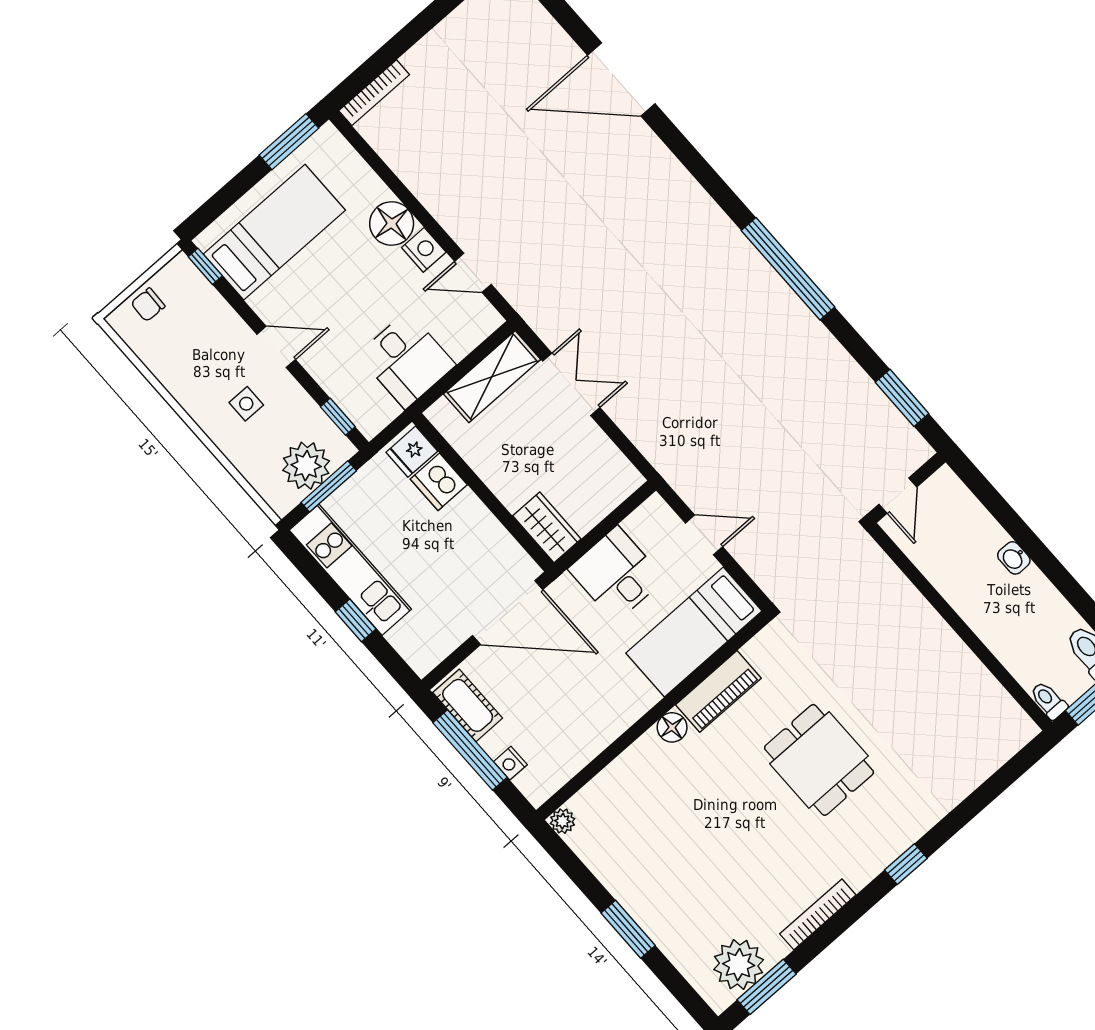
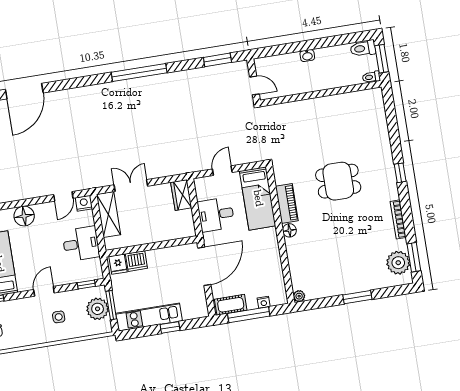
nightstand: (424, 250) -> (84, 203), moved
wardrobe: (547, 527) -> (181, 195), moved, turned -90

